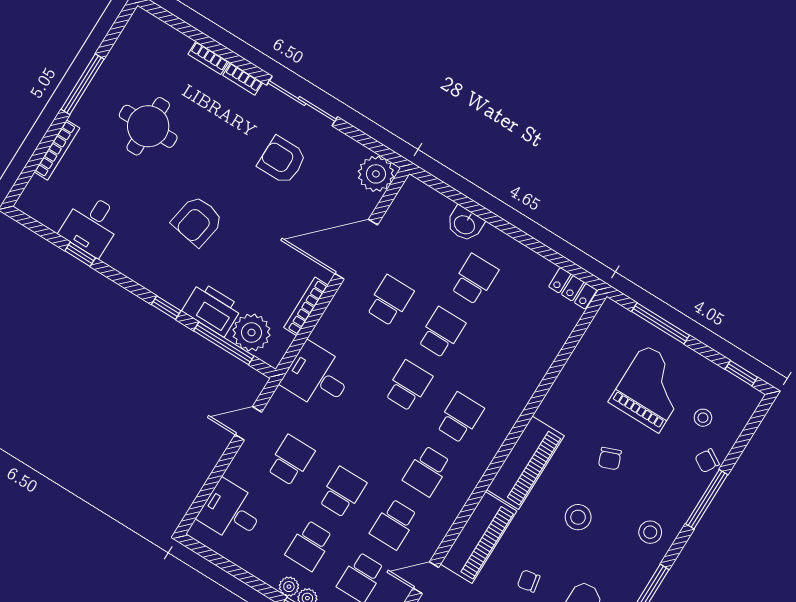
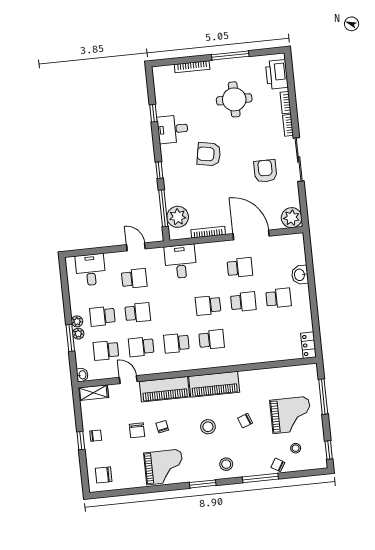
desk: (91, 225) -> (173, 129), moved
printer: (212, 309) -> (277, 74), moved, turned 180
school desk: (408, 386) -> (208, 305), turned 180

